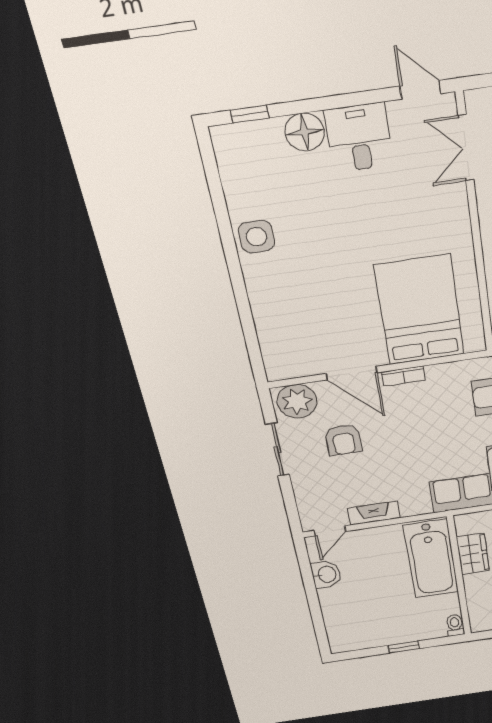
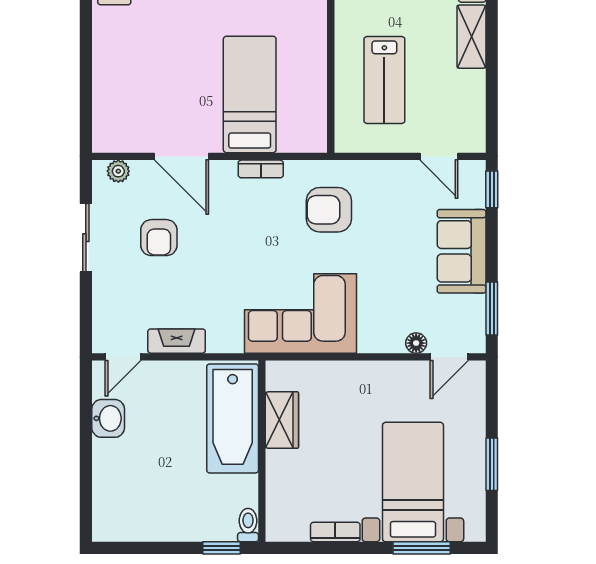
bed: (420, 310) -> (250, 94), width x0.67
bookcase: (403, 376) -> (261, 169), moved
plant: (297, 401) -> (118, 171), width x0.53, depth x0.53
window: (404, 647) -> (222, 548), moved

